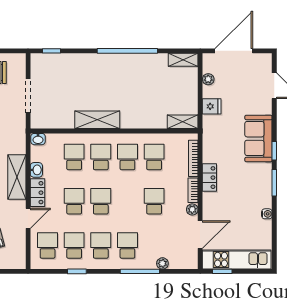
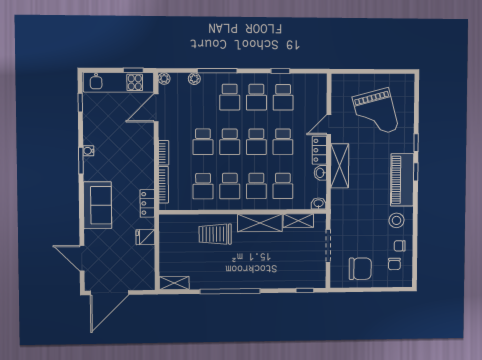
door: (234, 51) -> (109, 293), moved
plant: (208, 79) -> (149, 264), removed
trolley: (142, 109) -> (215, 234), added
shelving: (183, 122) -> (298, 221), moved
window: (274, 151) -> (80, 103), moved
locker: (209, 178) -> (147, 203), moved
plant: (192, 209) -> (164, 79), moved
water cooler: (267, 214) -> (88, 151), moved
school desk: (48, 245) -> (230, 142), moved

